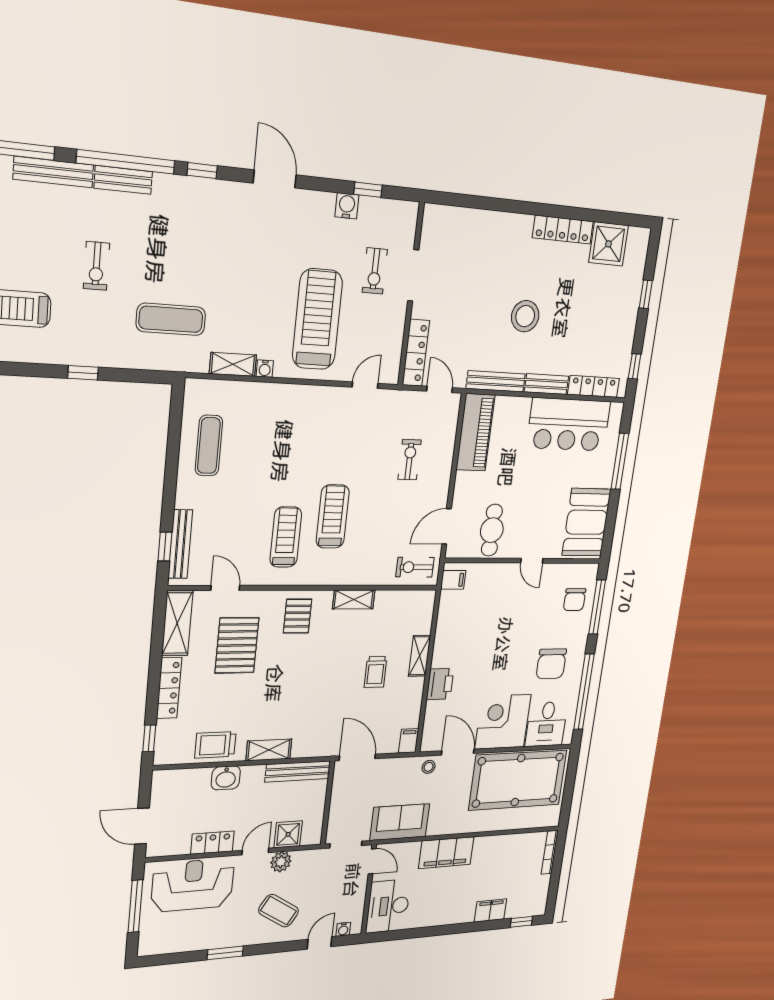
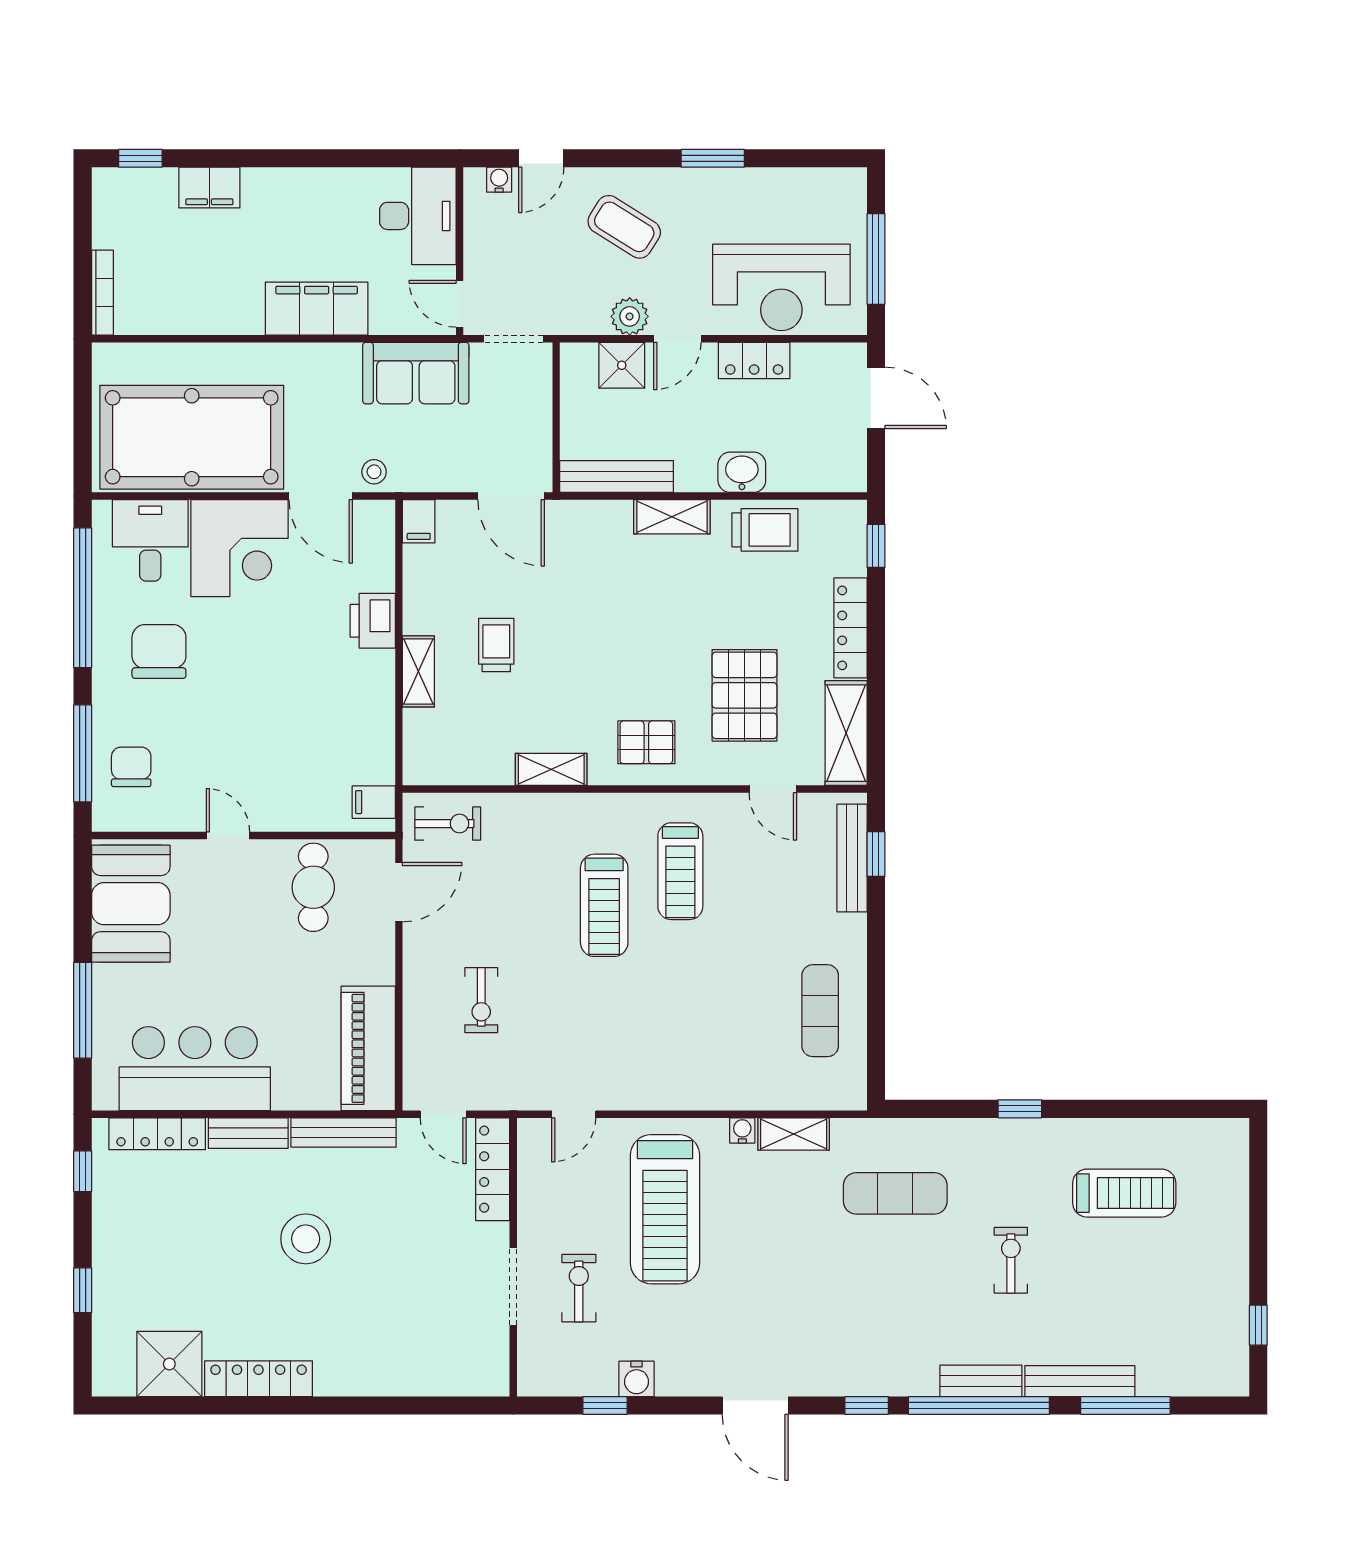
pallet: (298, 616) -> (646, 742), turned 90

